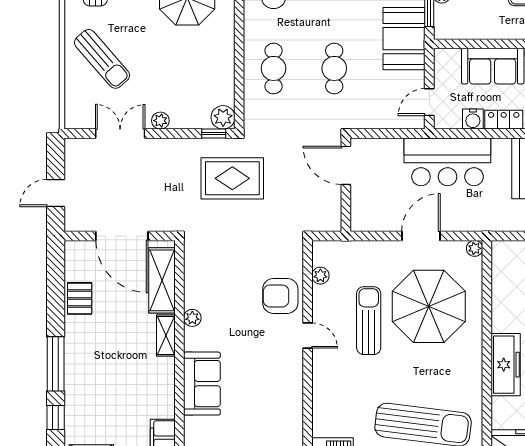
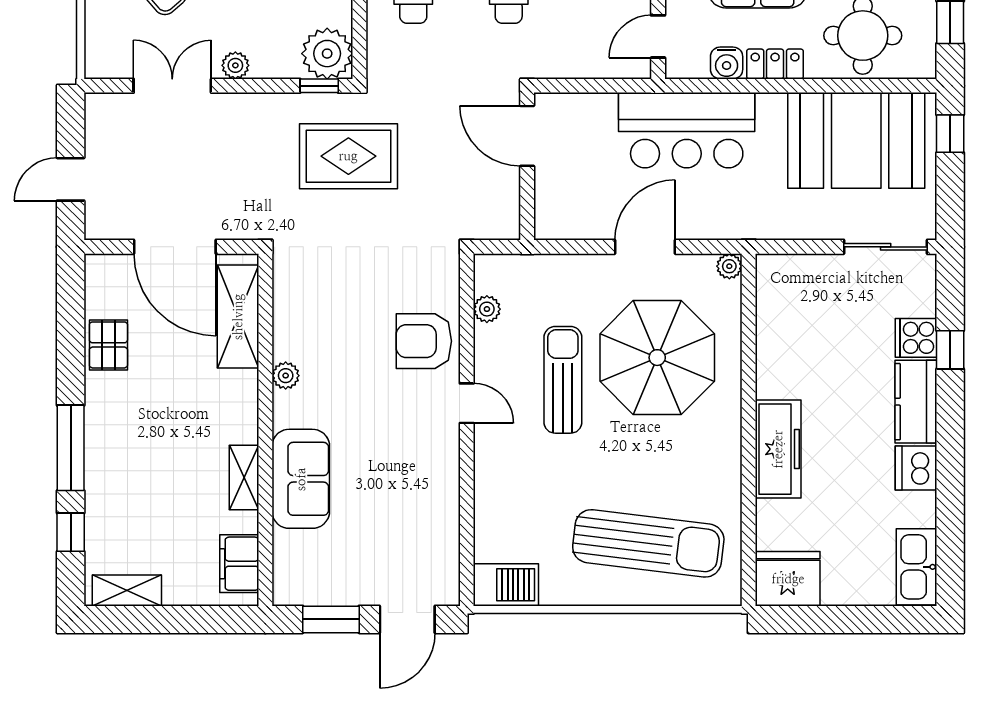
plant: (223, 117) -> (327, 54), width x1.36, depth x1.36
shelving: (166, 336) -> (244, 477), moved

